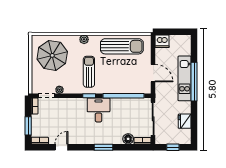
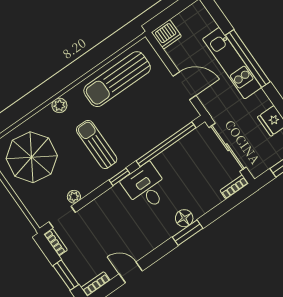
sun lounger: (122, 46) -> (117, 79), turned 180
floor lamp: (128, 139) -> (184, 218), moved
door: (61, 147) -> (131, 272), hinge flipped

